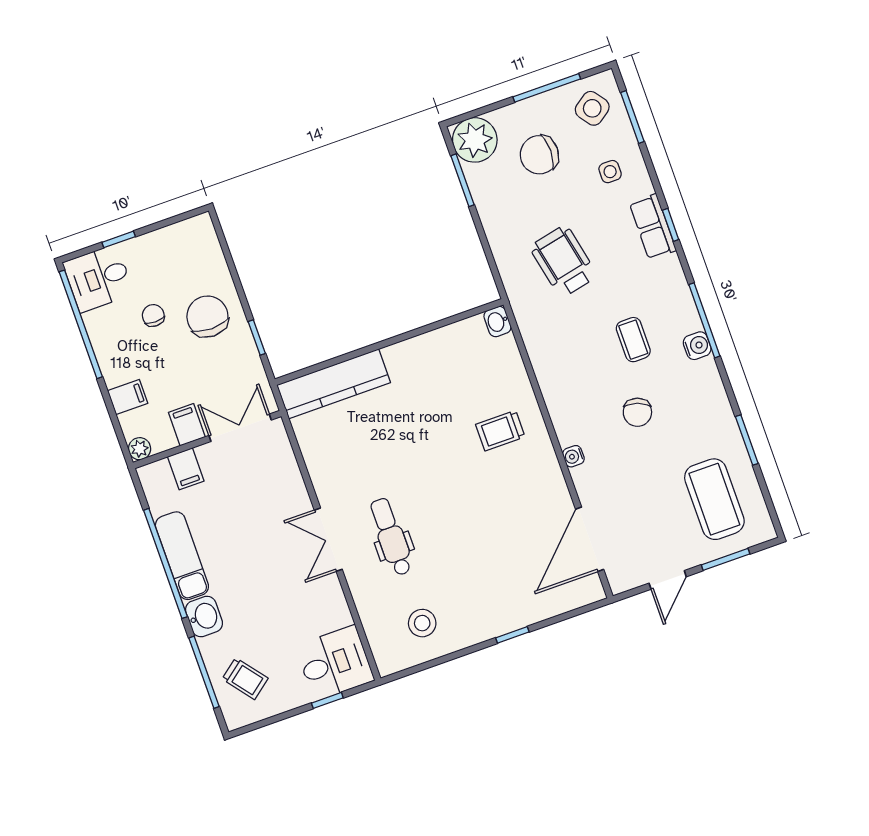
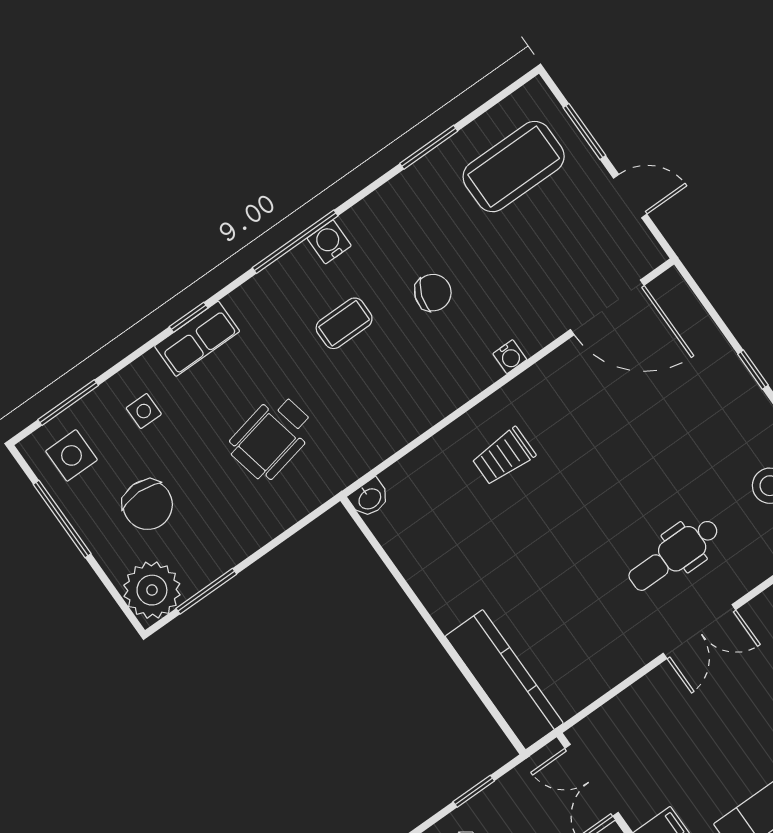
side table: (592, 108) -> (71, 455), turned 36
trolley: (500, 431) -> (504, 456), turned 90

